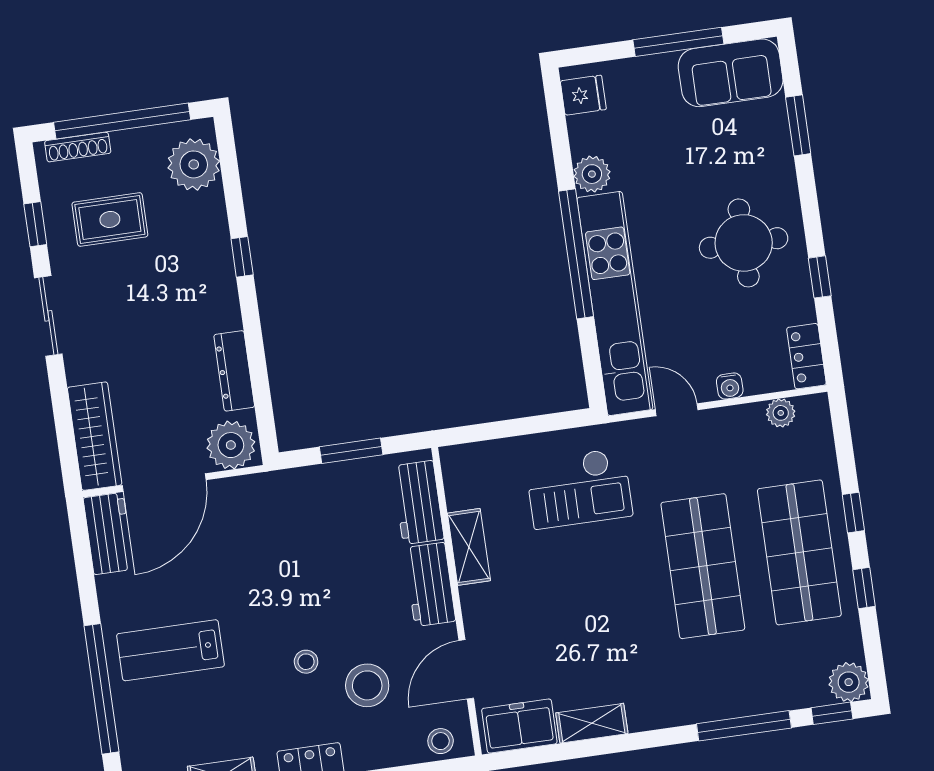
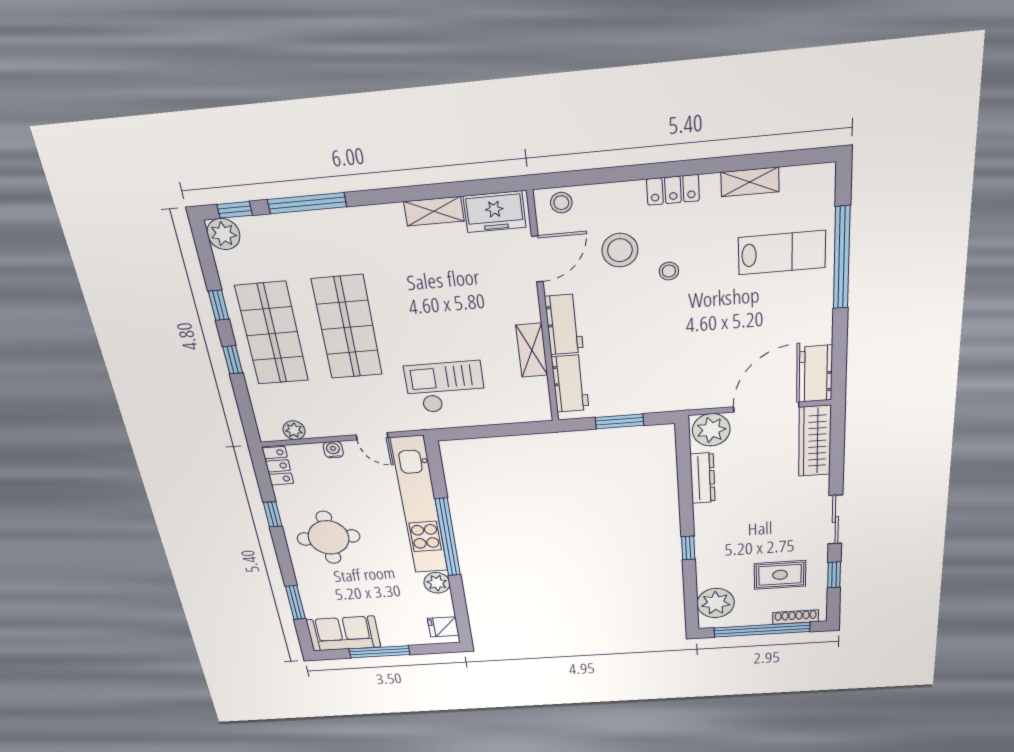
lab bench: (170, 650) -> (782, 253), moved

